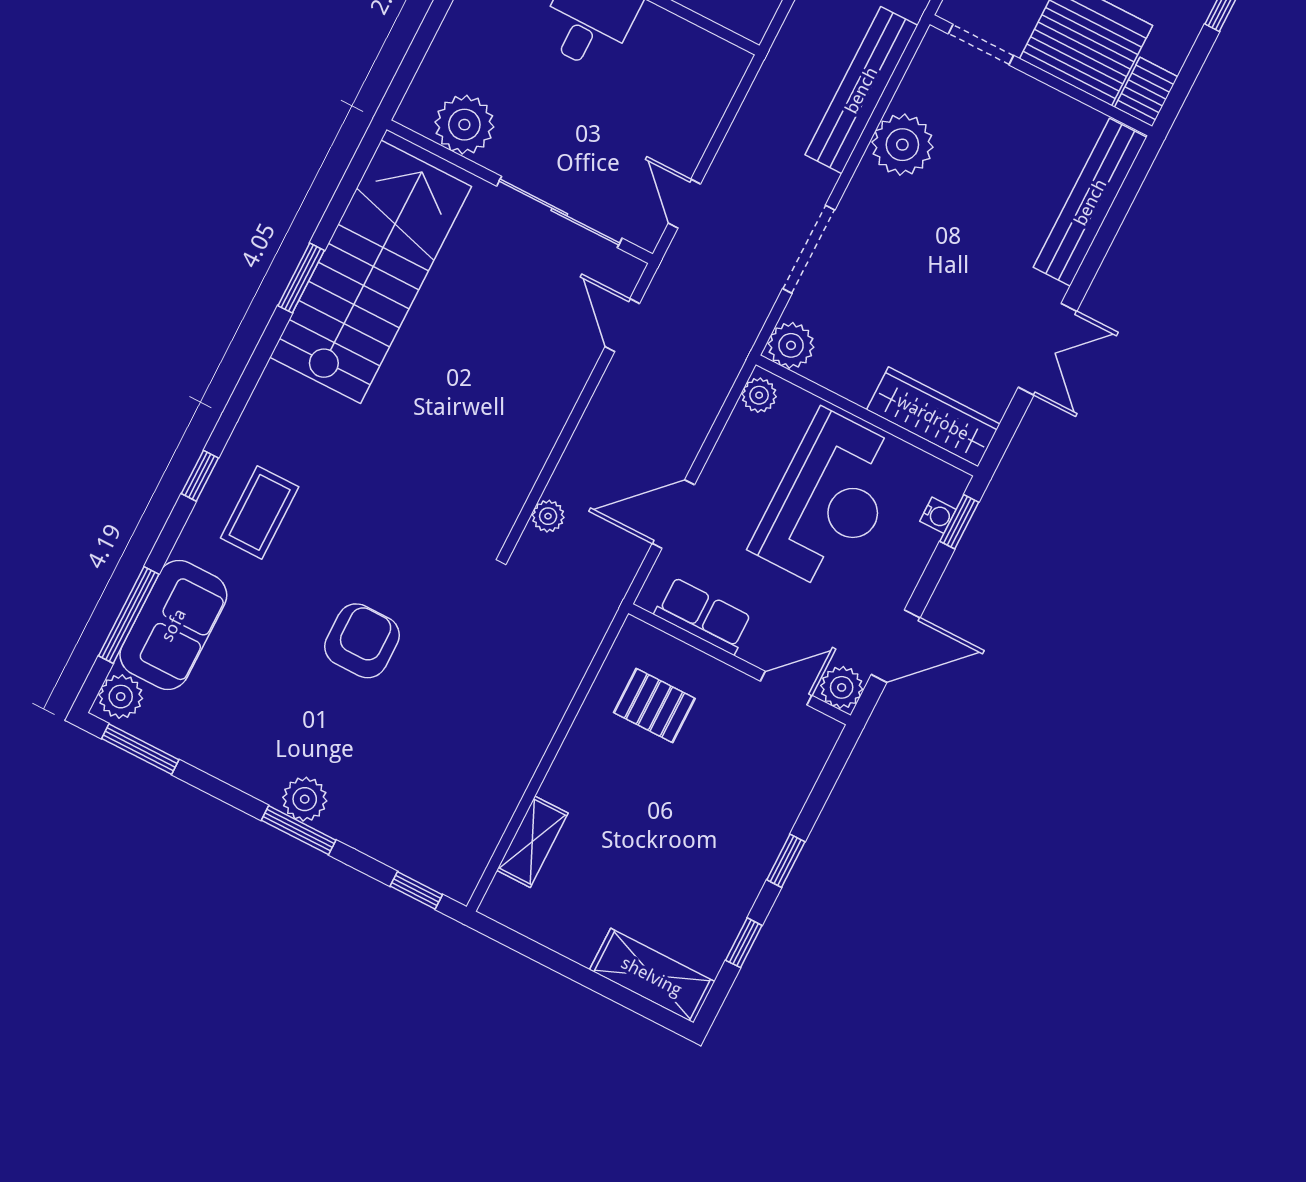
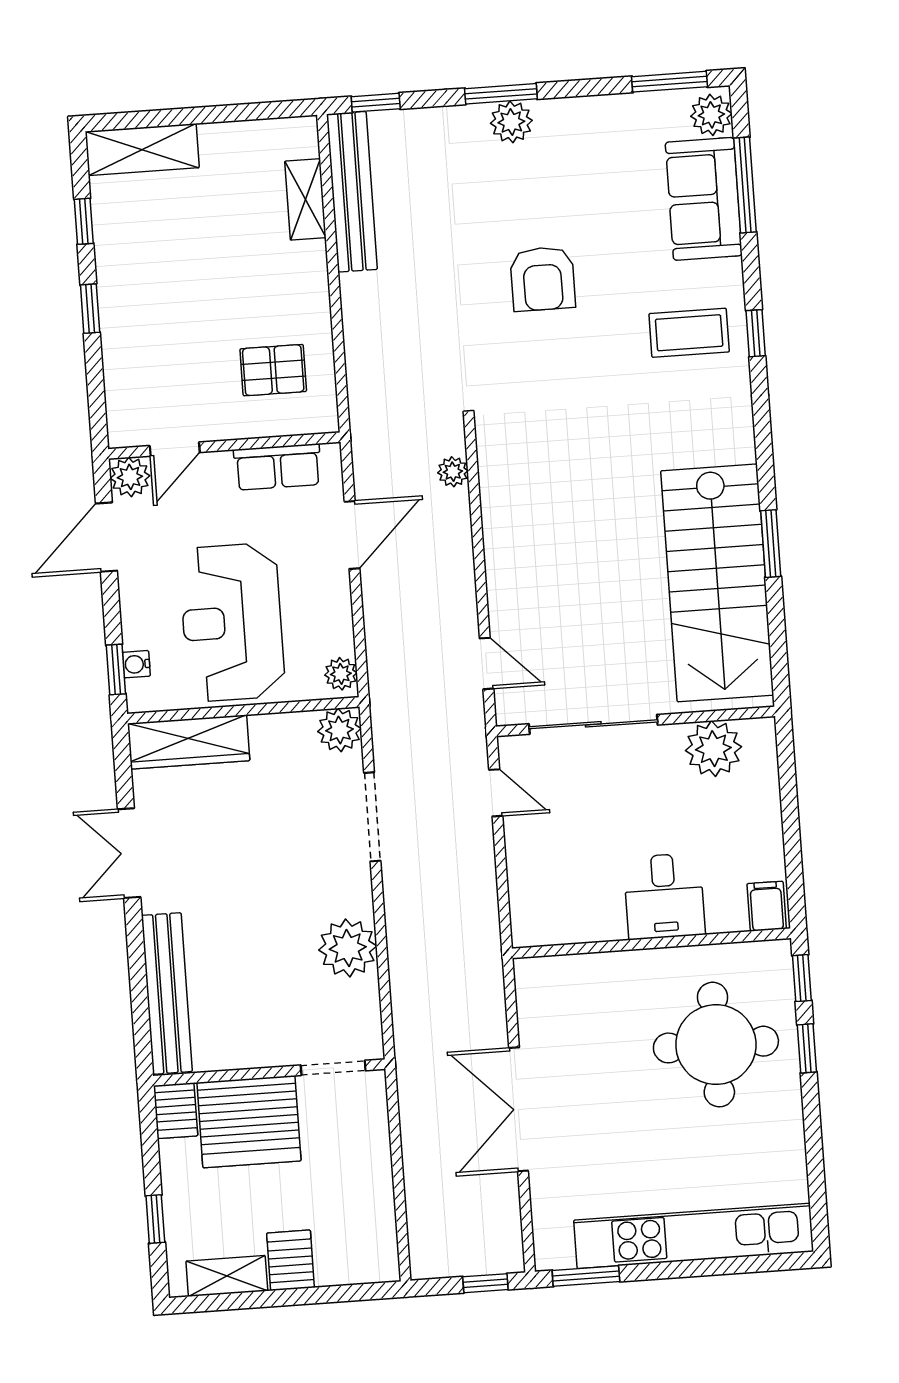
bench: (861, 90) -> (352, 192), moved
coffee table: (260, 512) -> (689, 333), turned 90

